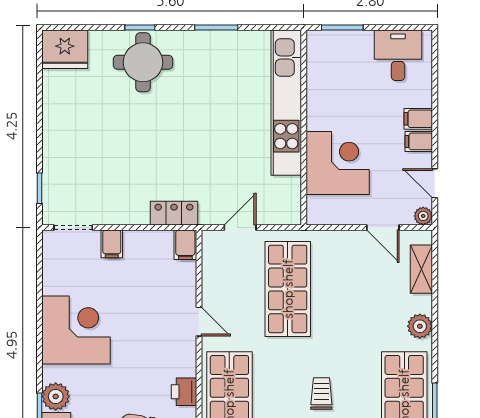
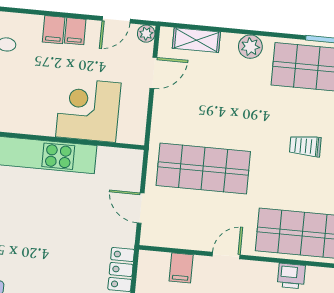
filing cabinet: (185, 245) -> (181, 268), moved, turned 90

